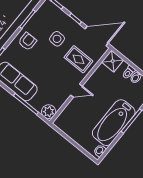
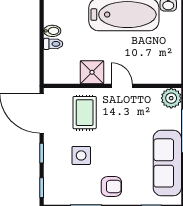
armchair: (27, 41) -> (111, 186), turned 180
shower: (113, 61) -> (92, 72), moved

